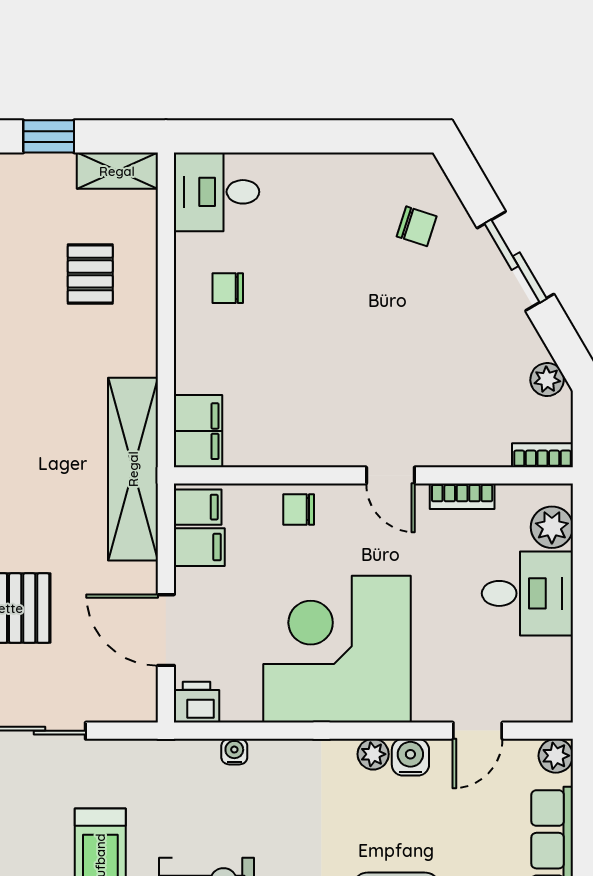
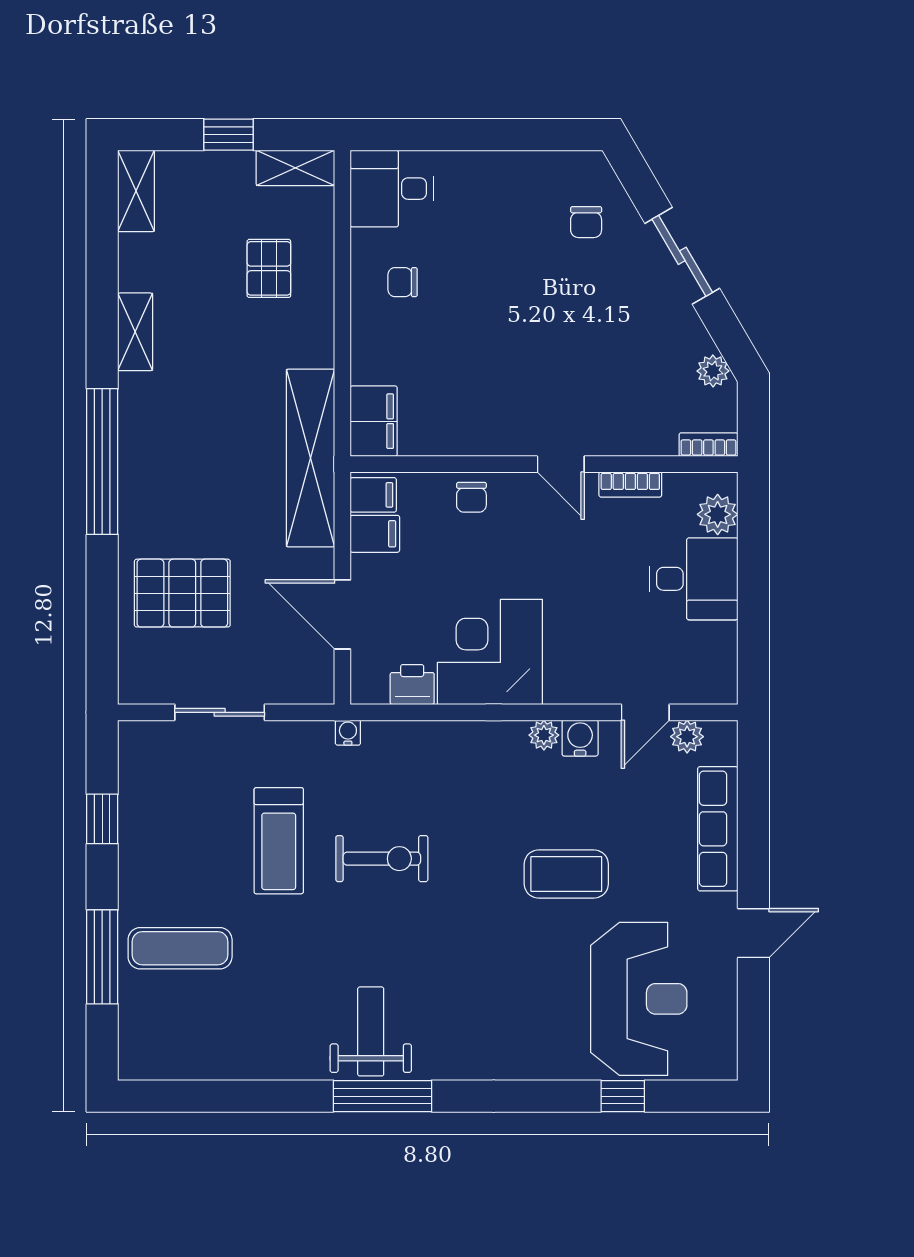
chair: (417, 226) -> (586, 222), turned 72
chair: (299, 509) -> (471, 497), turned -90
corner desk: (337, 649) -> (490, 652), width x0.74, depth x0.74
printer: (197, 702) -> (412, 685), moved
water cooler: (234, 752) -> (348, 733), moved
plant: (556, 756) -> (687, 737), moved

